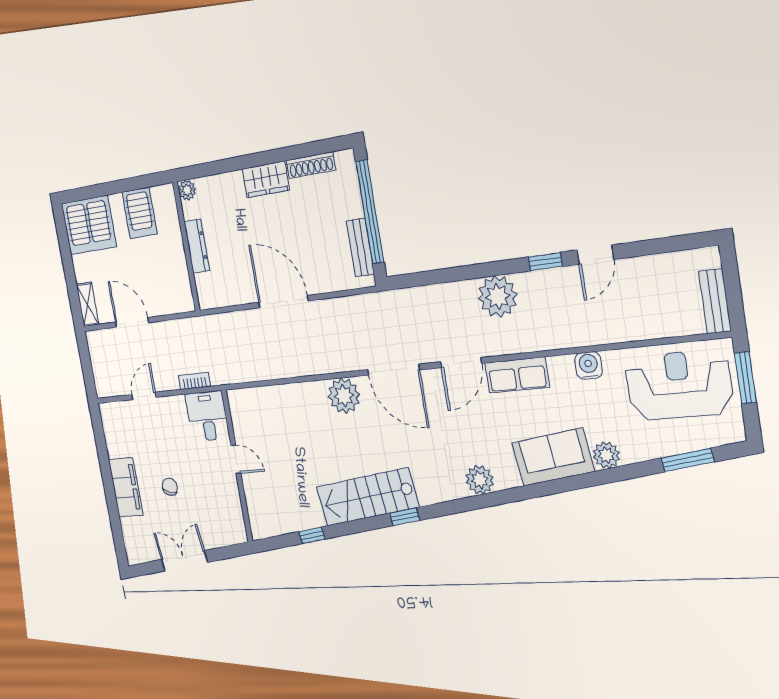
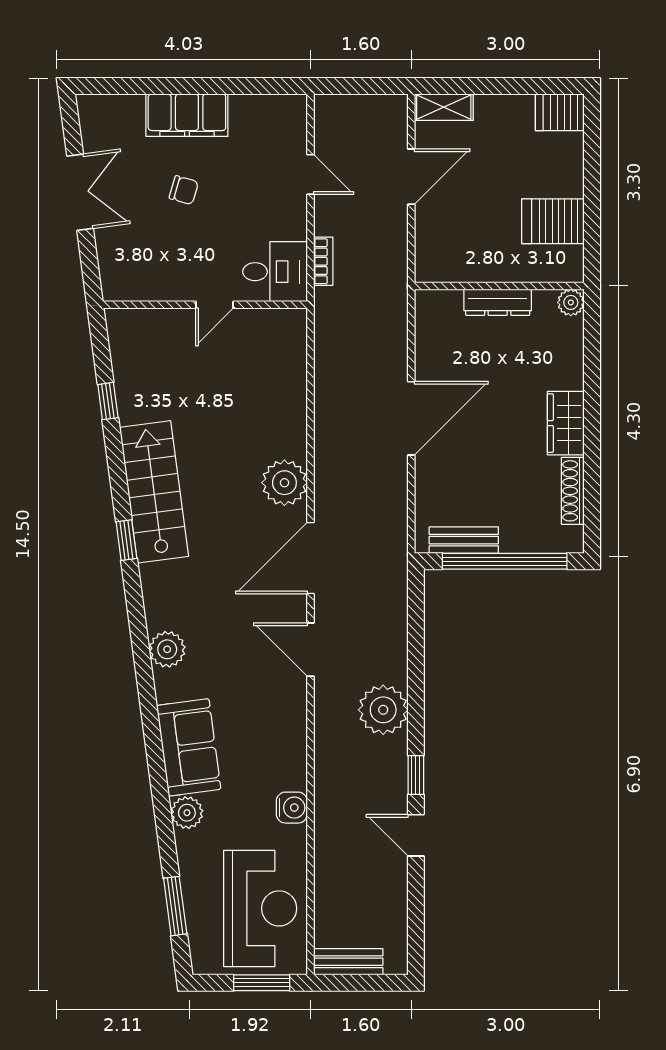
server rack: (89, 225) -> (560, 112), width x0.46, depth x0.70
row of seats: (517, 375) -> (289, 719), removed

